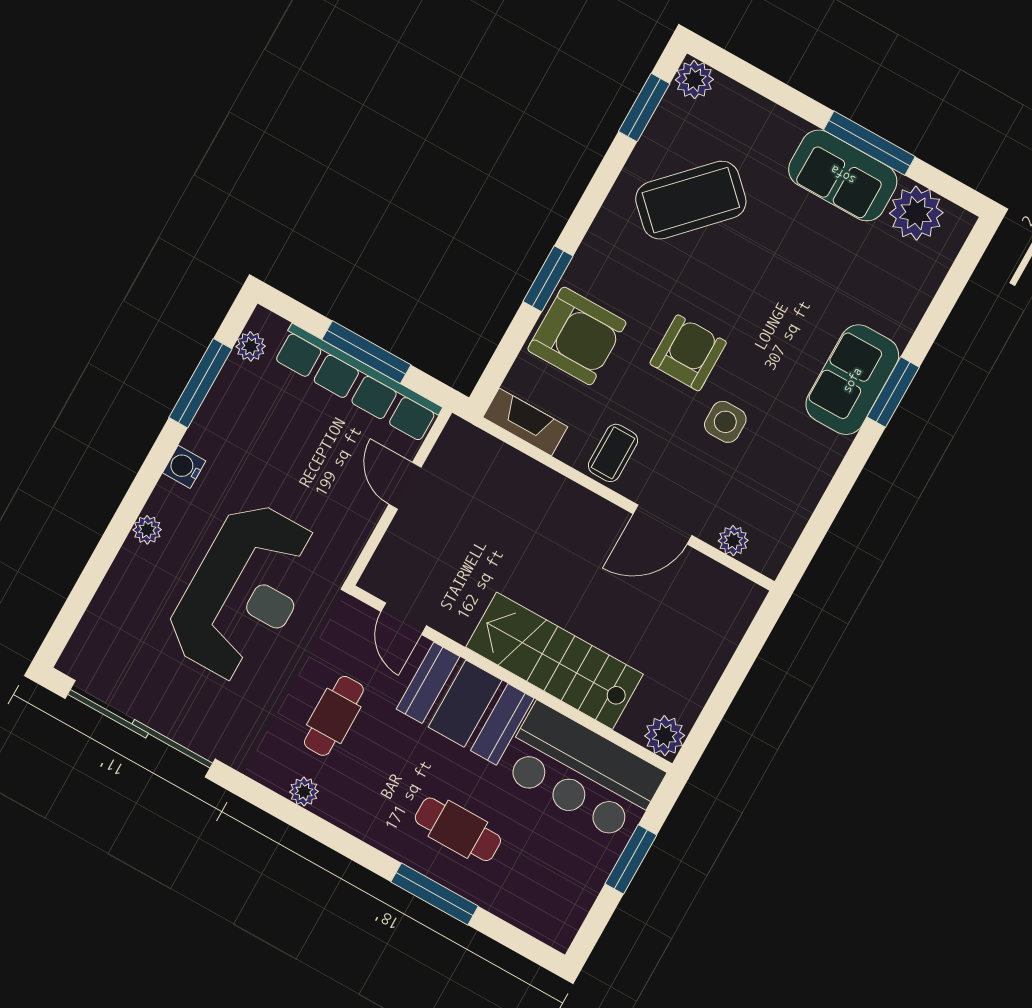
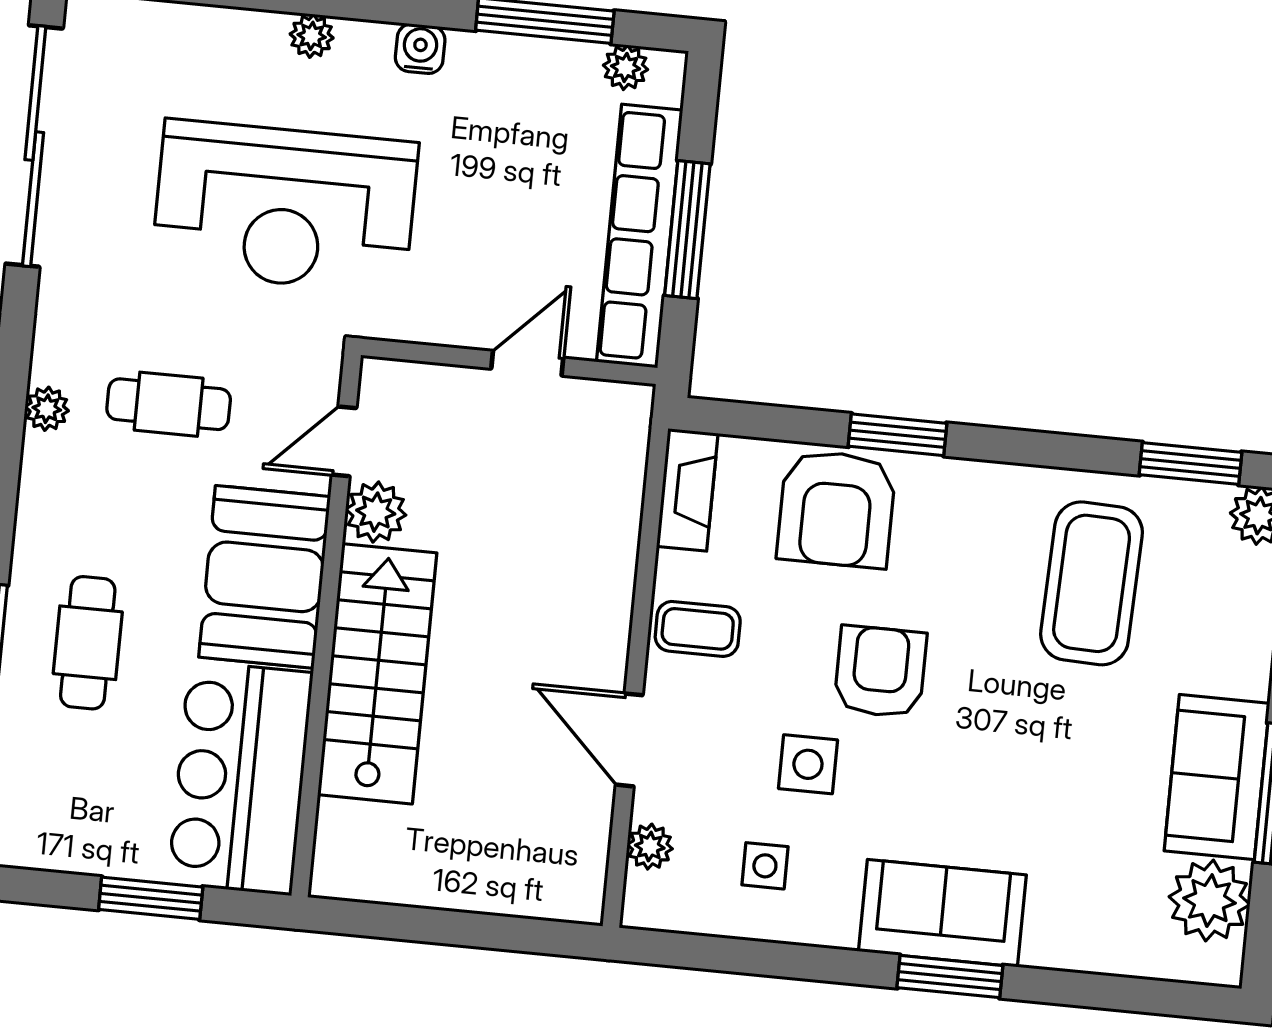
coffee table: (691, 200) -> (1092, 583), turned 48
armchair: (688, 353) -> (880, 672), turned -90
side table: (776, 475) -> (765, 866), added
plant: (665, 736) -> (376, 512), moved

